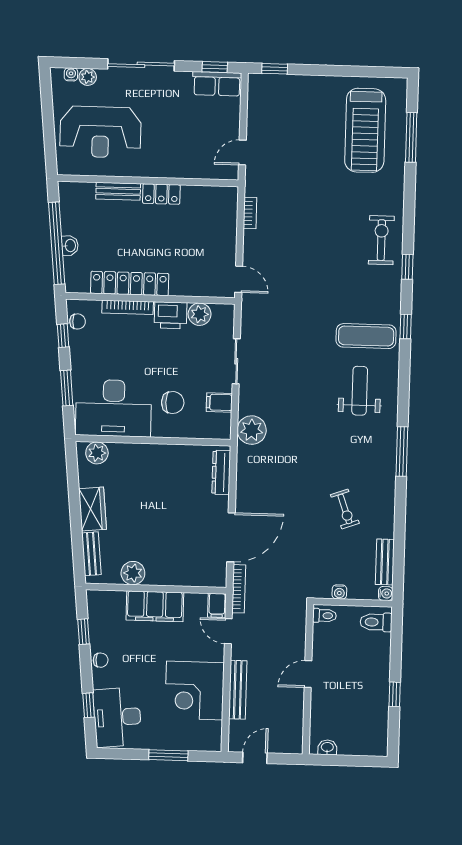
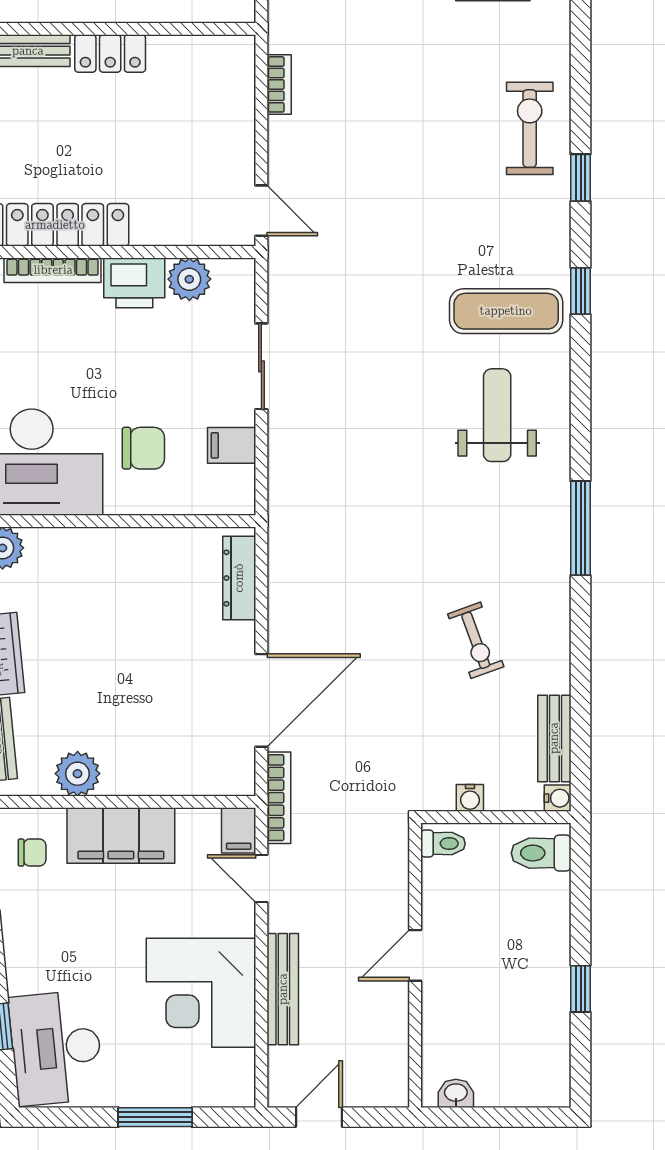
plant: (252, 430) -> (295, 496), removed
chair: (101, 660) -> (32, 853), moved

